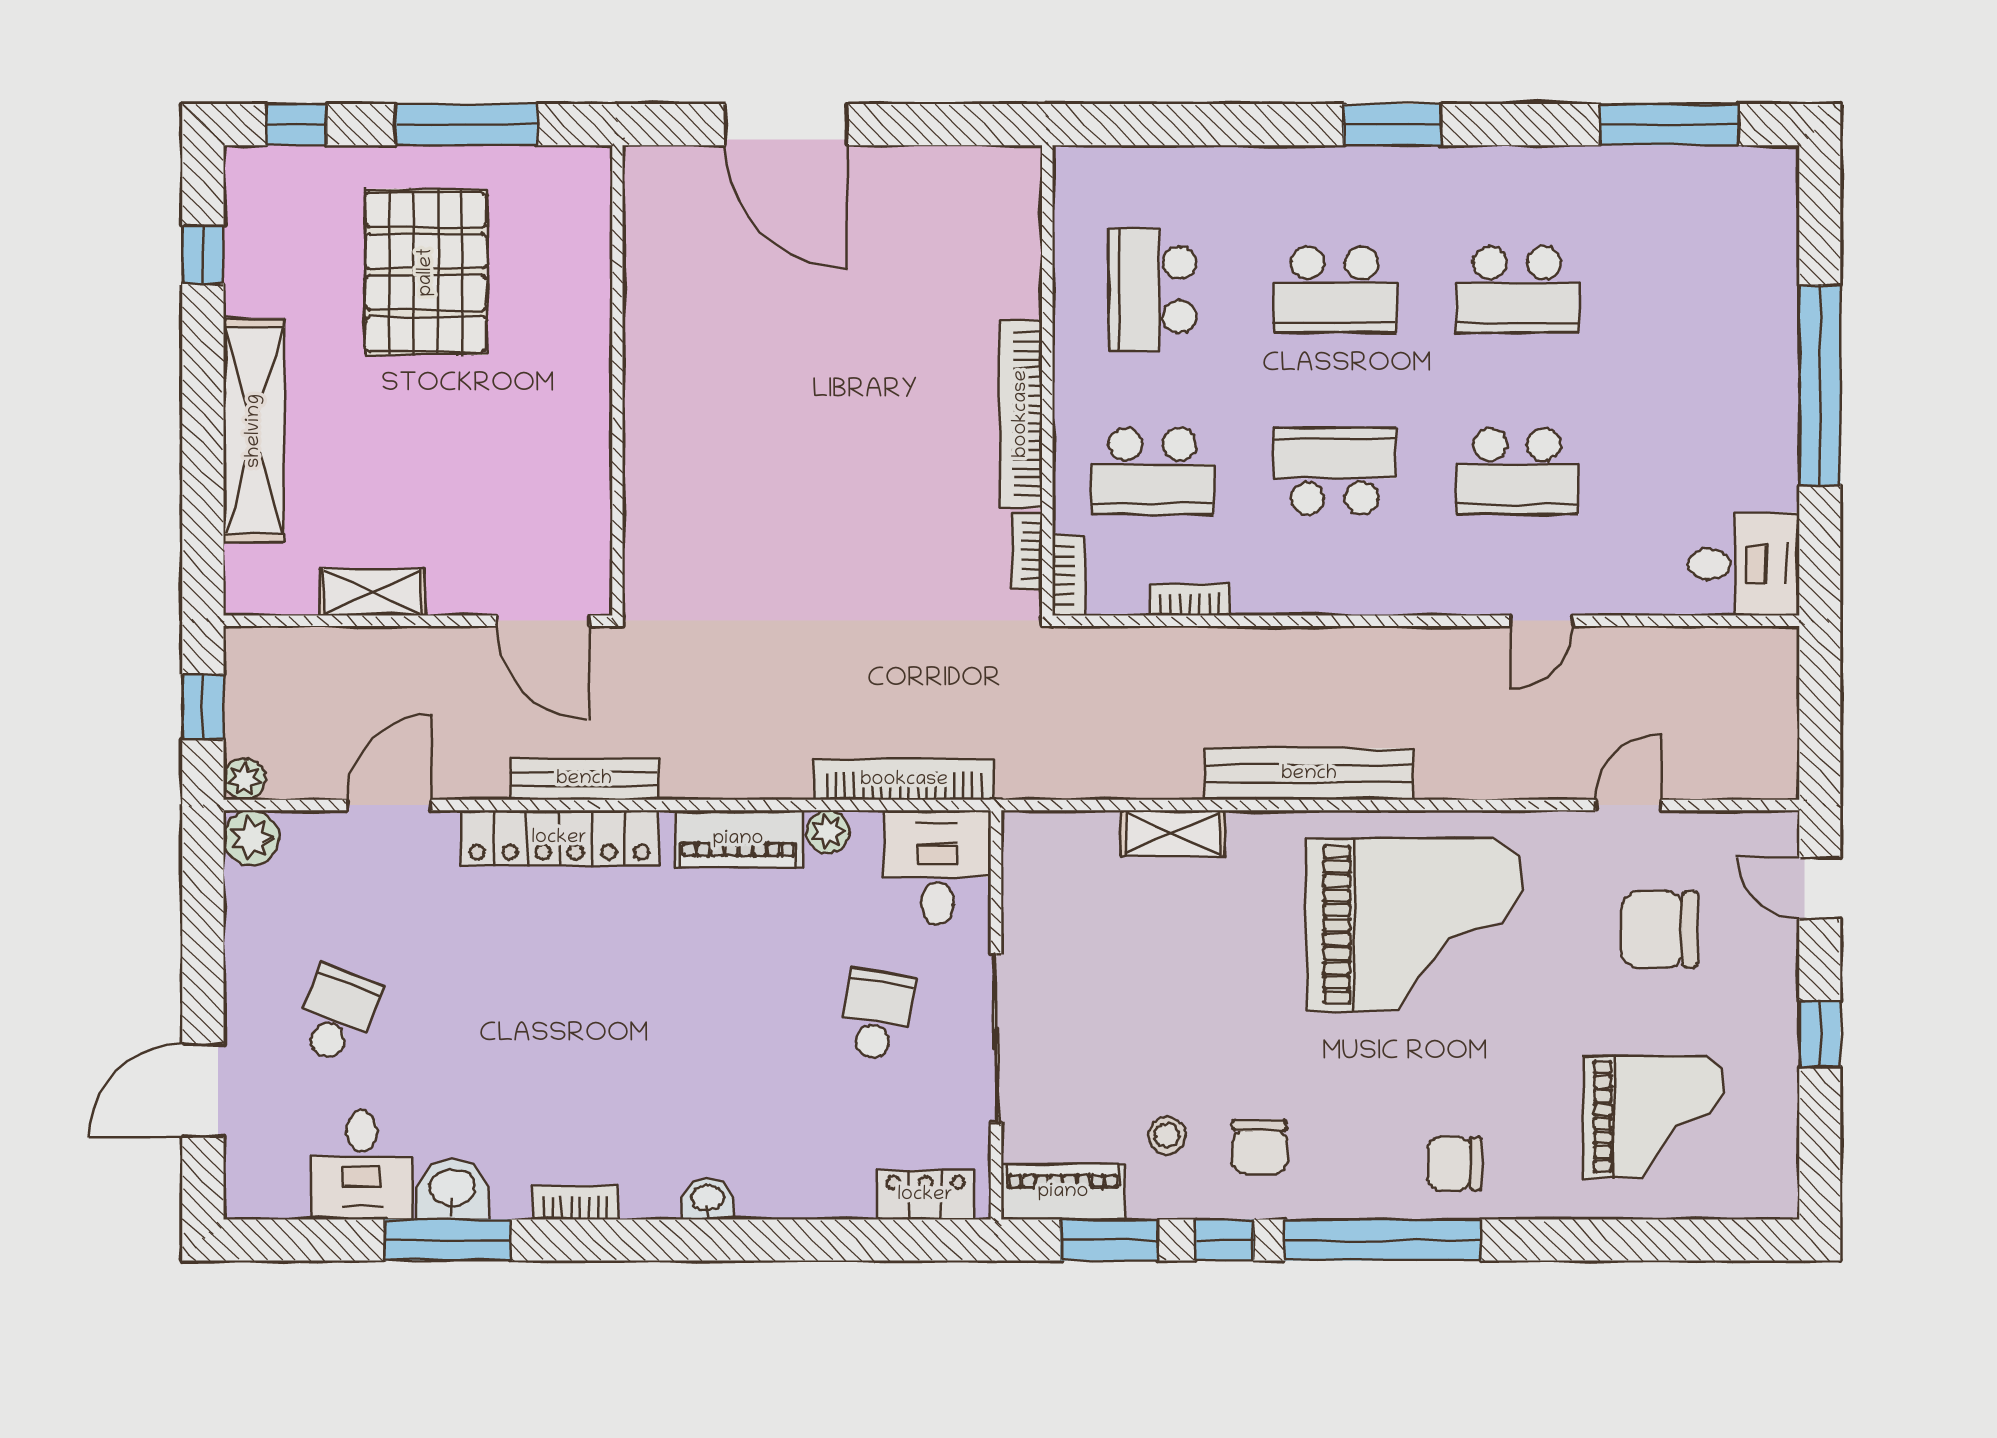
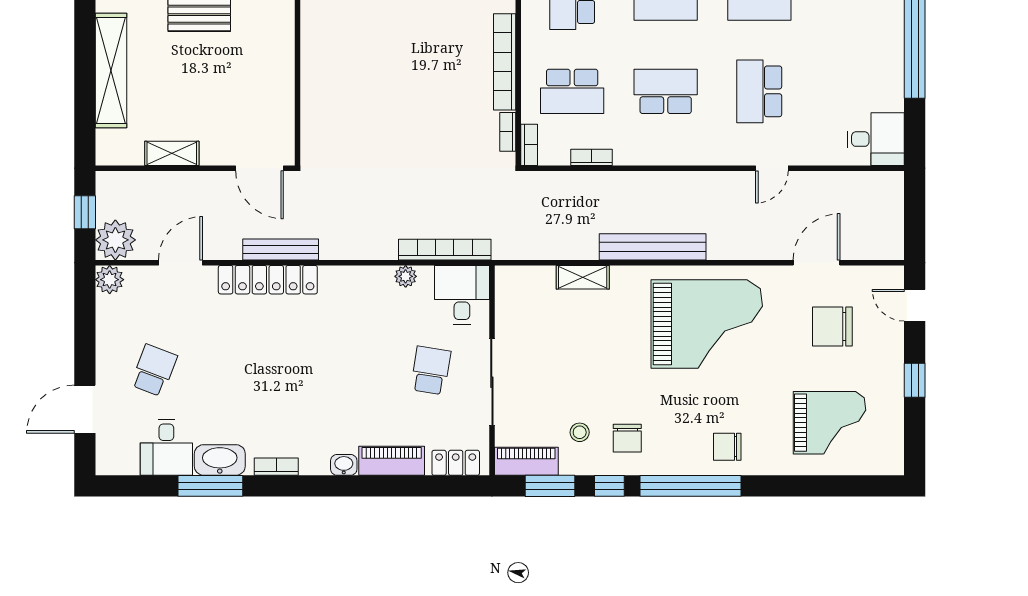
school desk: (1517, 471) -> (759, 91), turned 90
plant: (244, 779) -> (115, 240), width x1.87, depth x1.87
door: (1628, 805) -> (816, 263), width x1.38
piano: (738, 839) -> (392, 461), moved, turned 180
washbasin: (452, 1189) -> (220, 460), width x1.38

